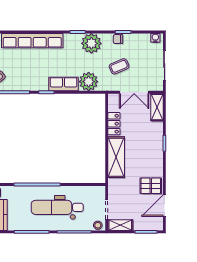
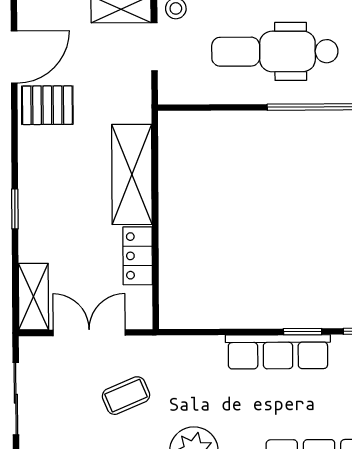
plant: (89, 82) -> (200, 358), removed
row of seats: (64, 84) -> (278, 352), width x1.48
dental chair: (57, 207) -> (275, 51), turned 180

